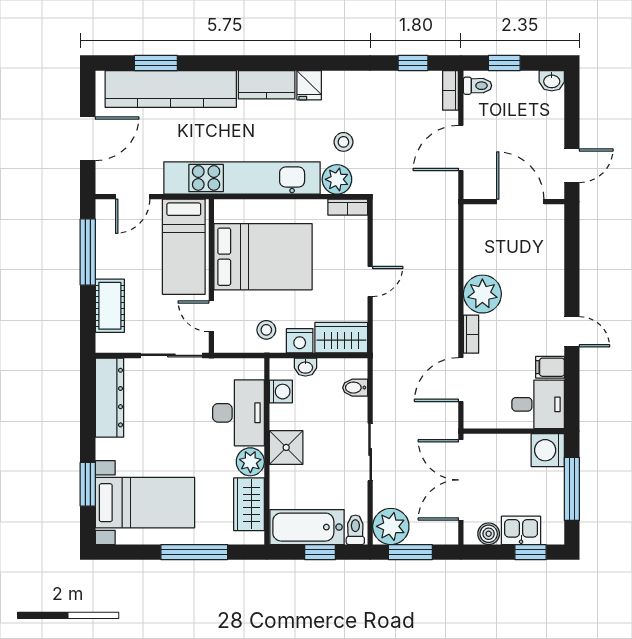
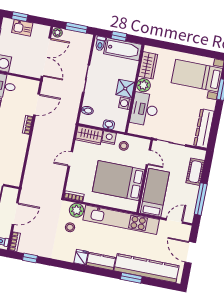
window: (156, 63) -> (131, 278), moved
door: (88, 139) -> (190, 252), hinge flipped
plant: (482, 294) -> (19, 143), removed
washing machine: (281, 392) -> (125, 103), moved
plant: (391, 526) -> (57, 33), moved, width x0.53, depth x0.53
boiler: (489, 534) -> (38, 29), removed
window: (194, 552) -> (178, 48), removed

